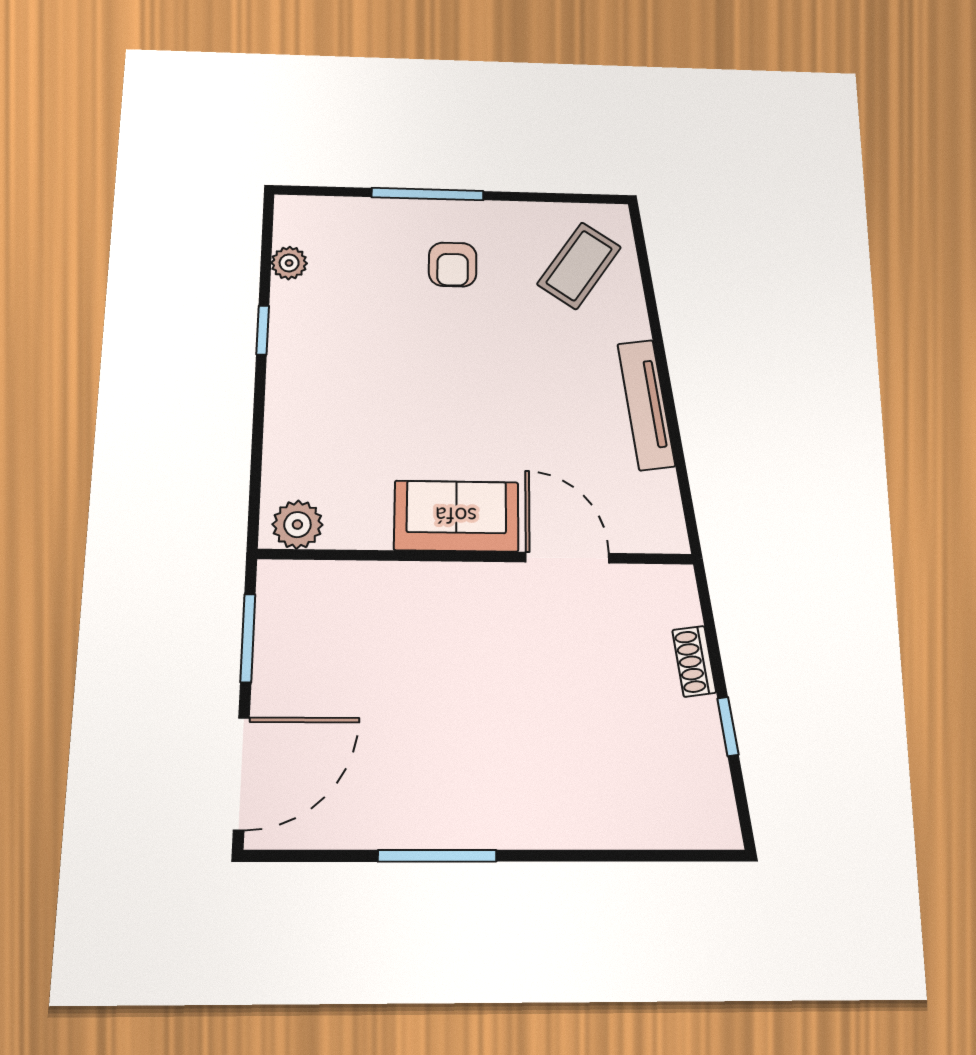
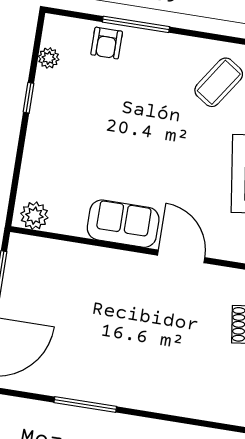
armchair: (453, 264) -> (107, 43), moved

